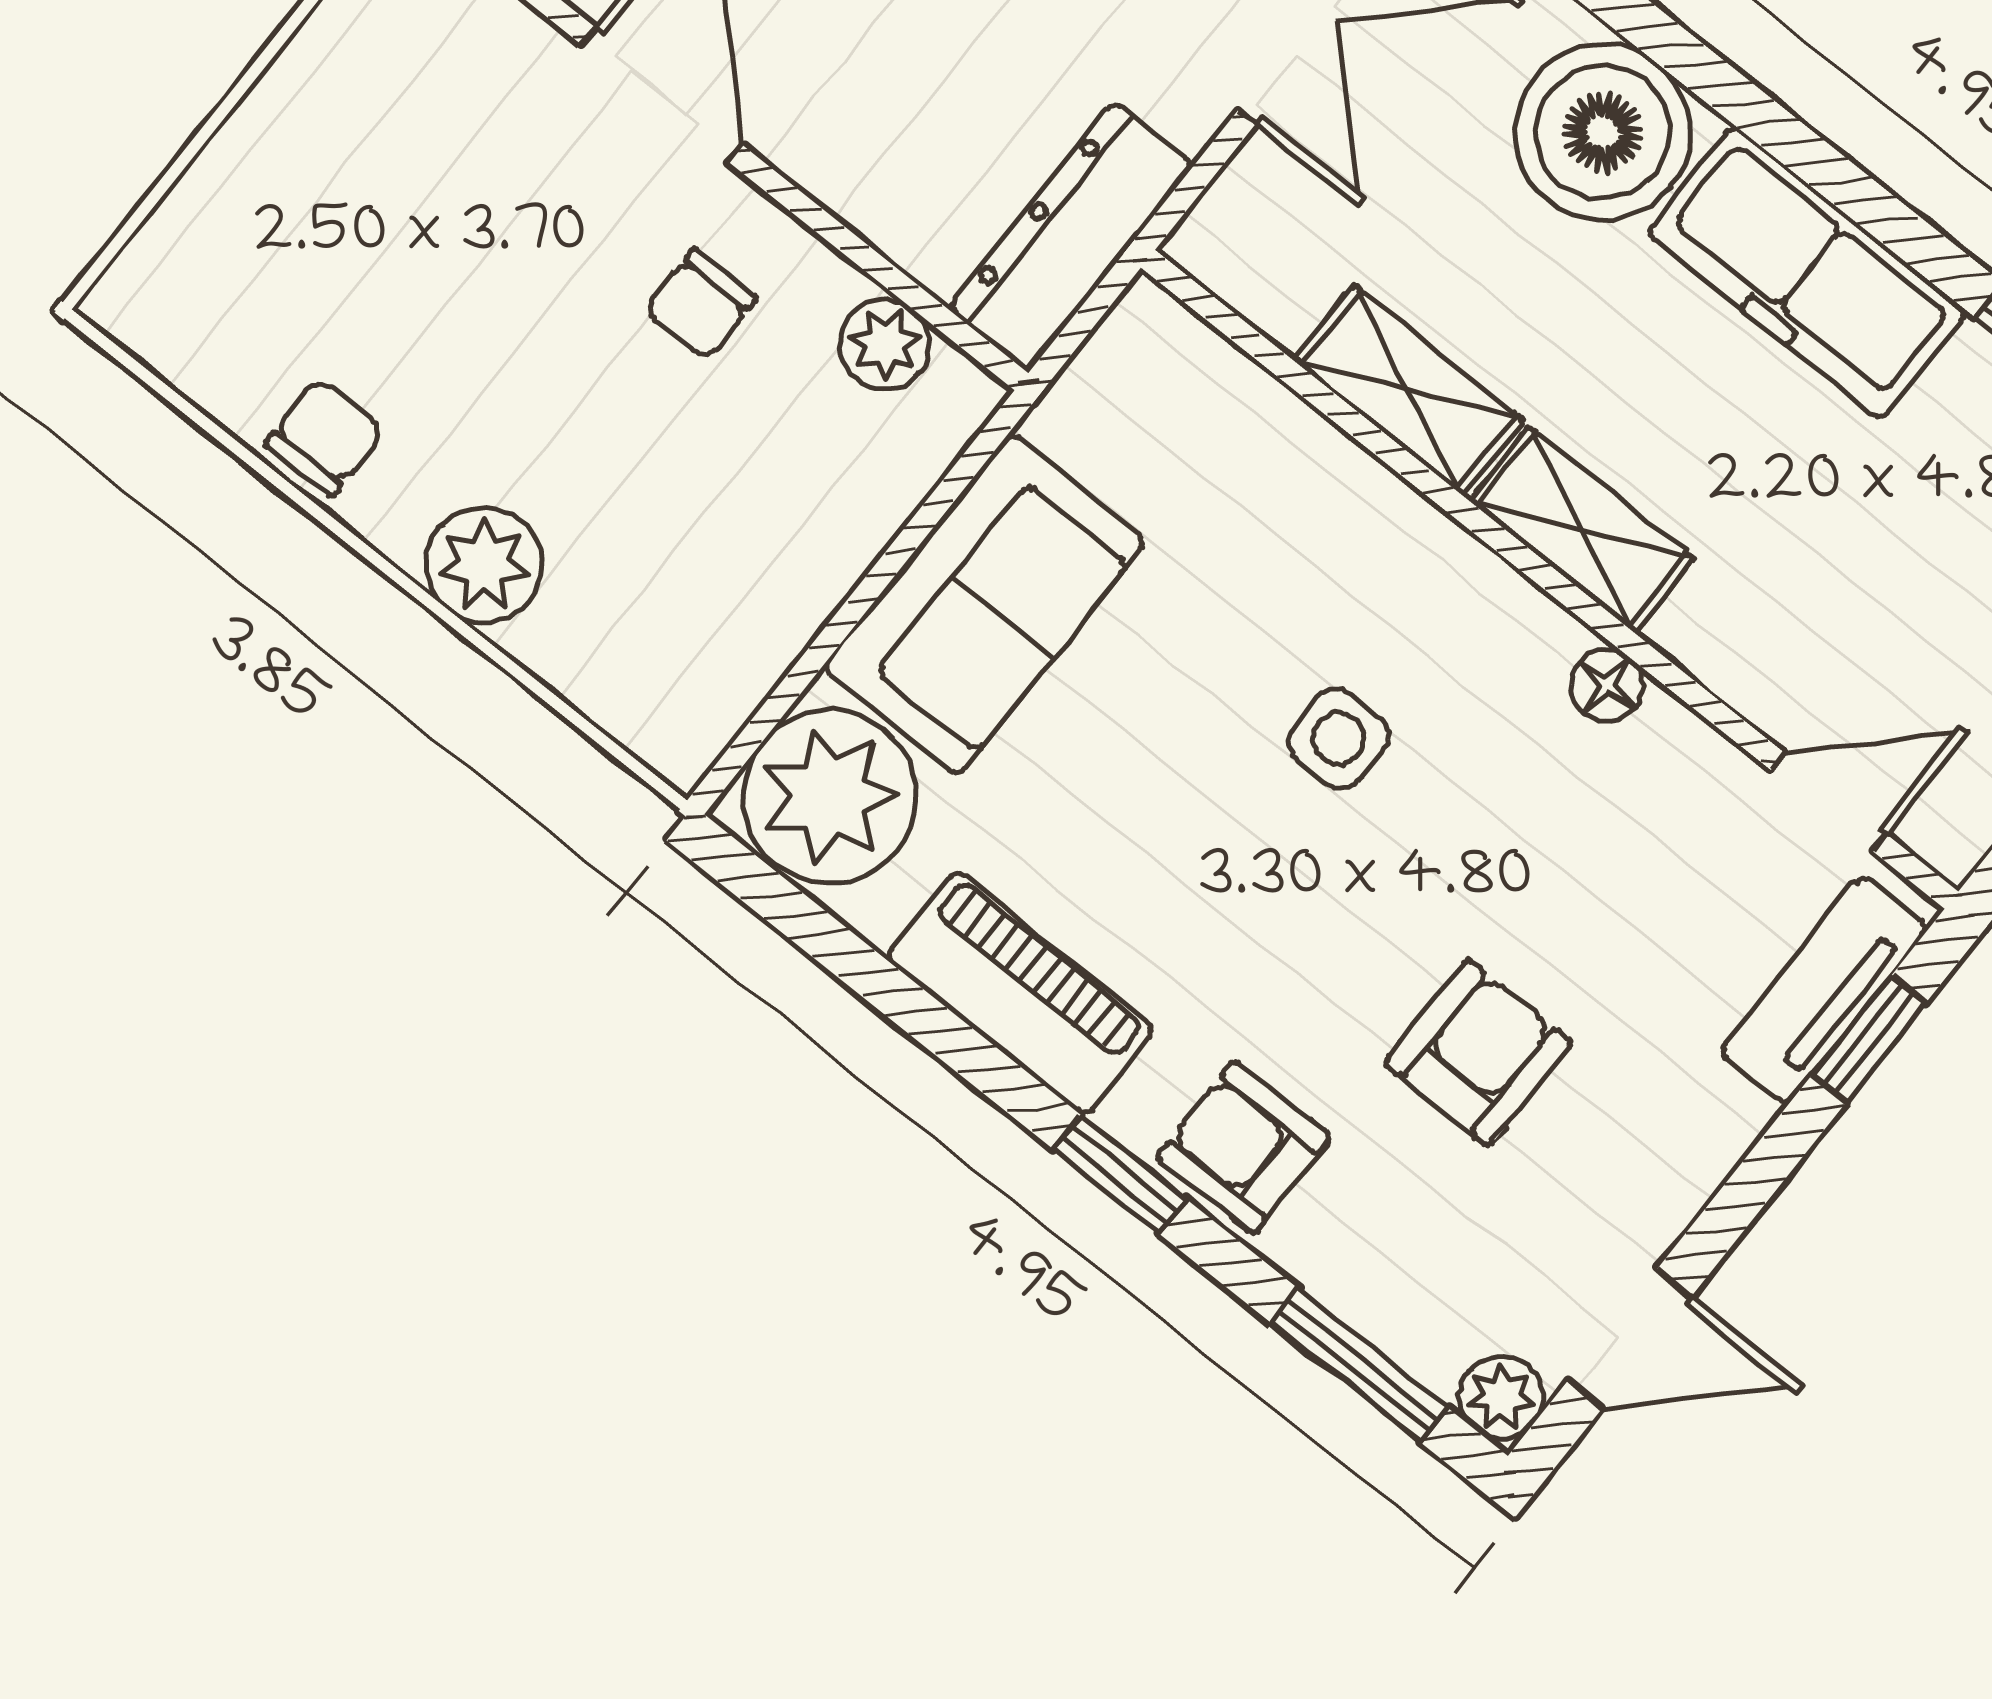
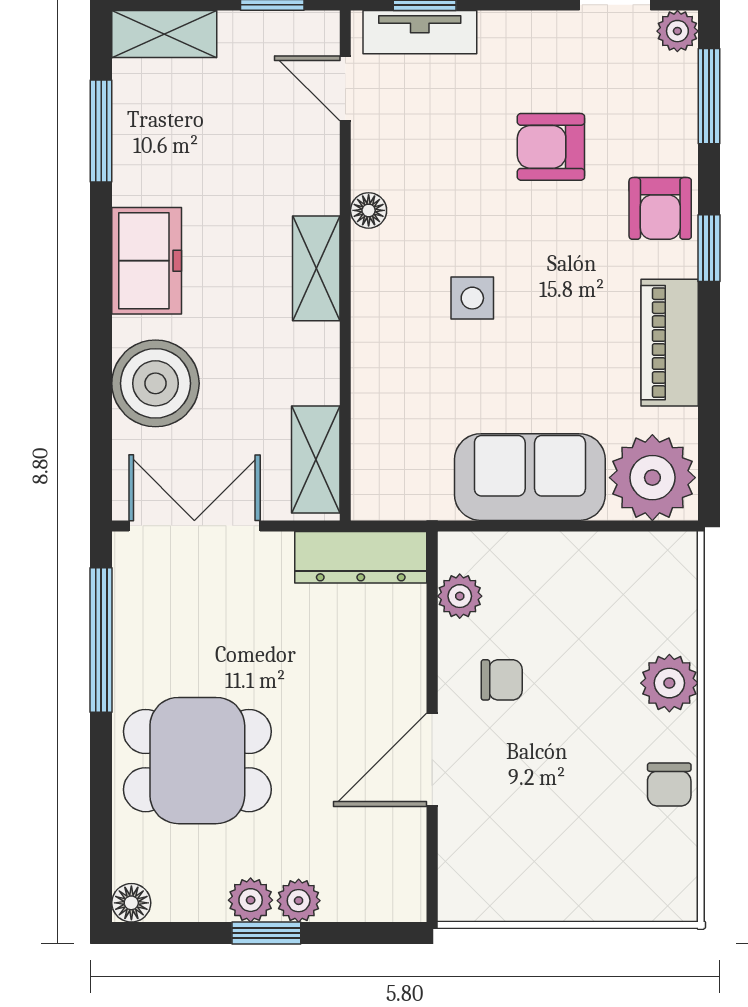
freezer: (1807, 272) -> (147, 261), width x0.71
shelving: (1408, 390) -> (316, 460), moved
chair: (325, 437) -> (669, 785), turned -90

